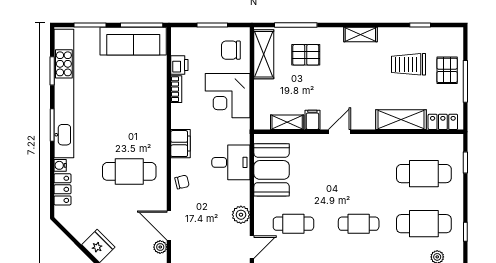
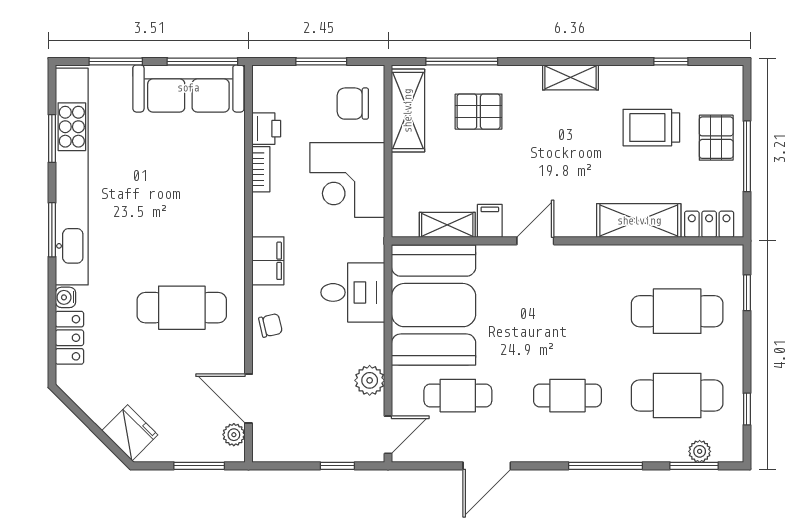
booth: (272, 170) -> (434, 305), width x1.36, depth x1.42

